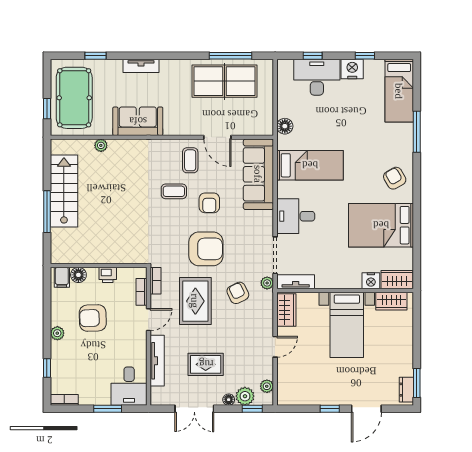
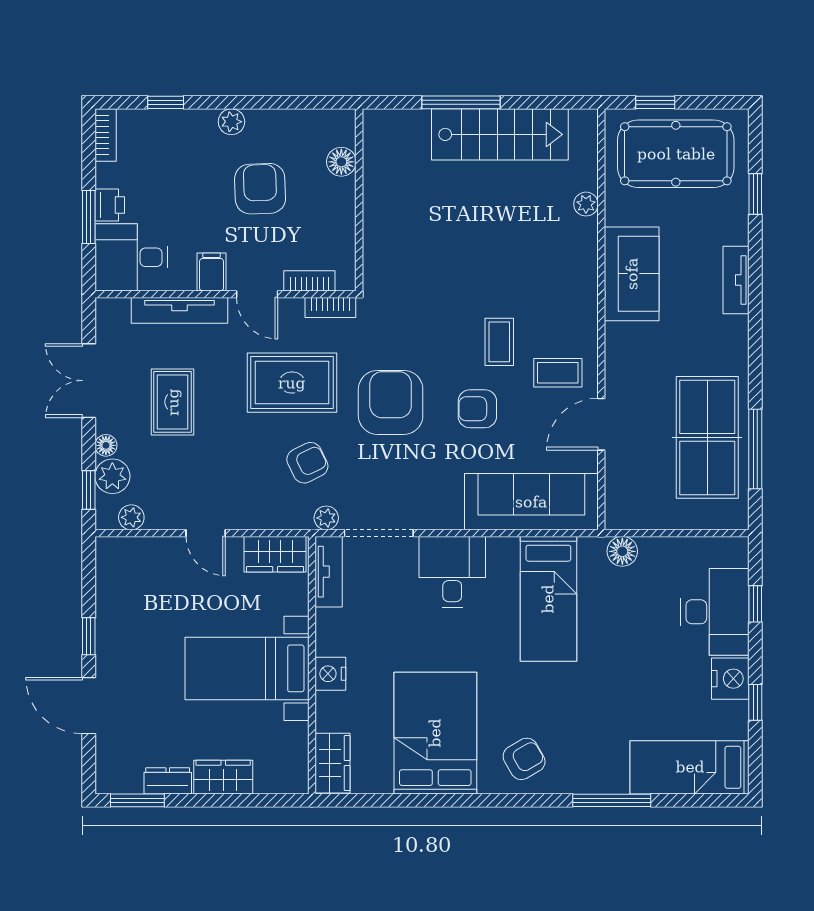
armchair: (206, 249) -> (391, 402), turned 180
printer: (108, 275) -> (110, 205), moved, turned 180
filing cabinet: (62, 277) -> (212, 272), moved, turned 90
nightstand: (371, 281) -> (330, 674), moved
wardrobe: (391, 301) -> (223, 777), moved, turned 90
dresser: (406, 390) -> (168, 781), moved

